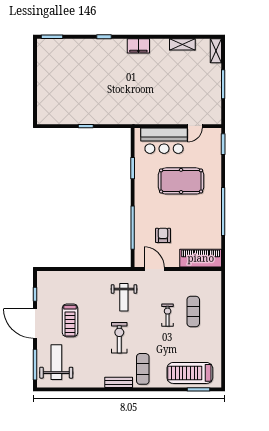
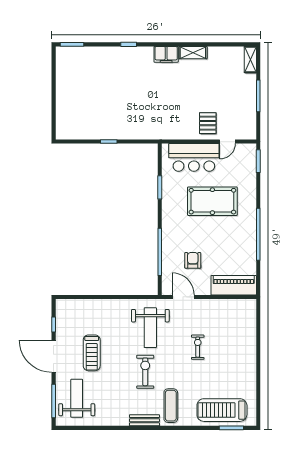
shelving: (182, 44) -> (193, 53), moved
pallet: (177, 109) -> (208, 123), added
weight bench: (124, 297) -> (150, 328), width x1.36, depth x1.33
exercise mat: (193, 311) -> (226, 343), removed

